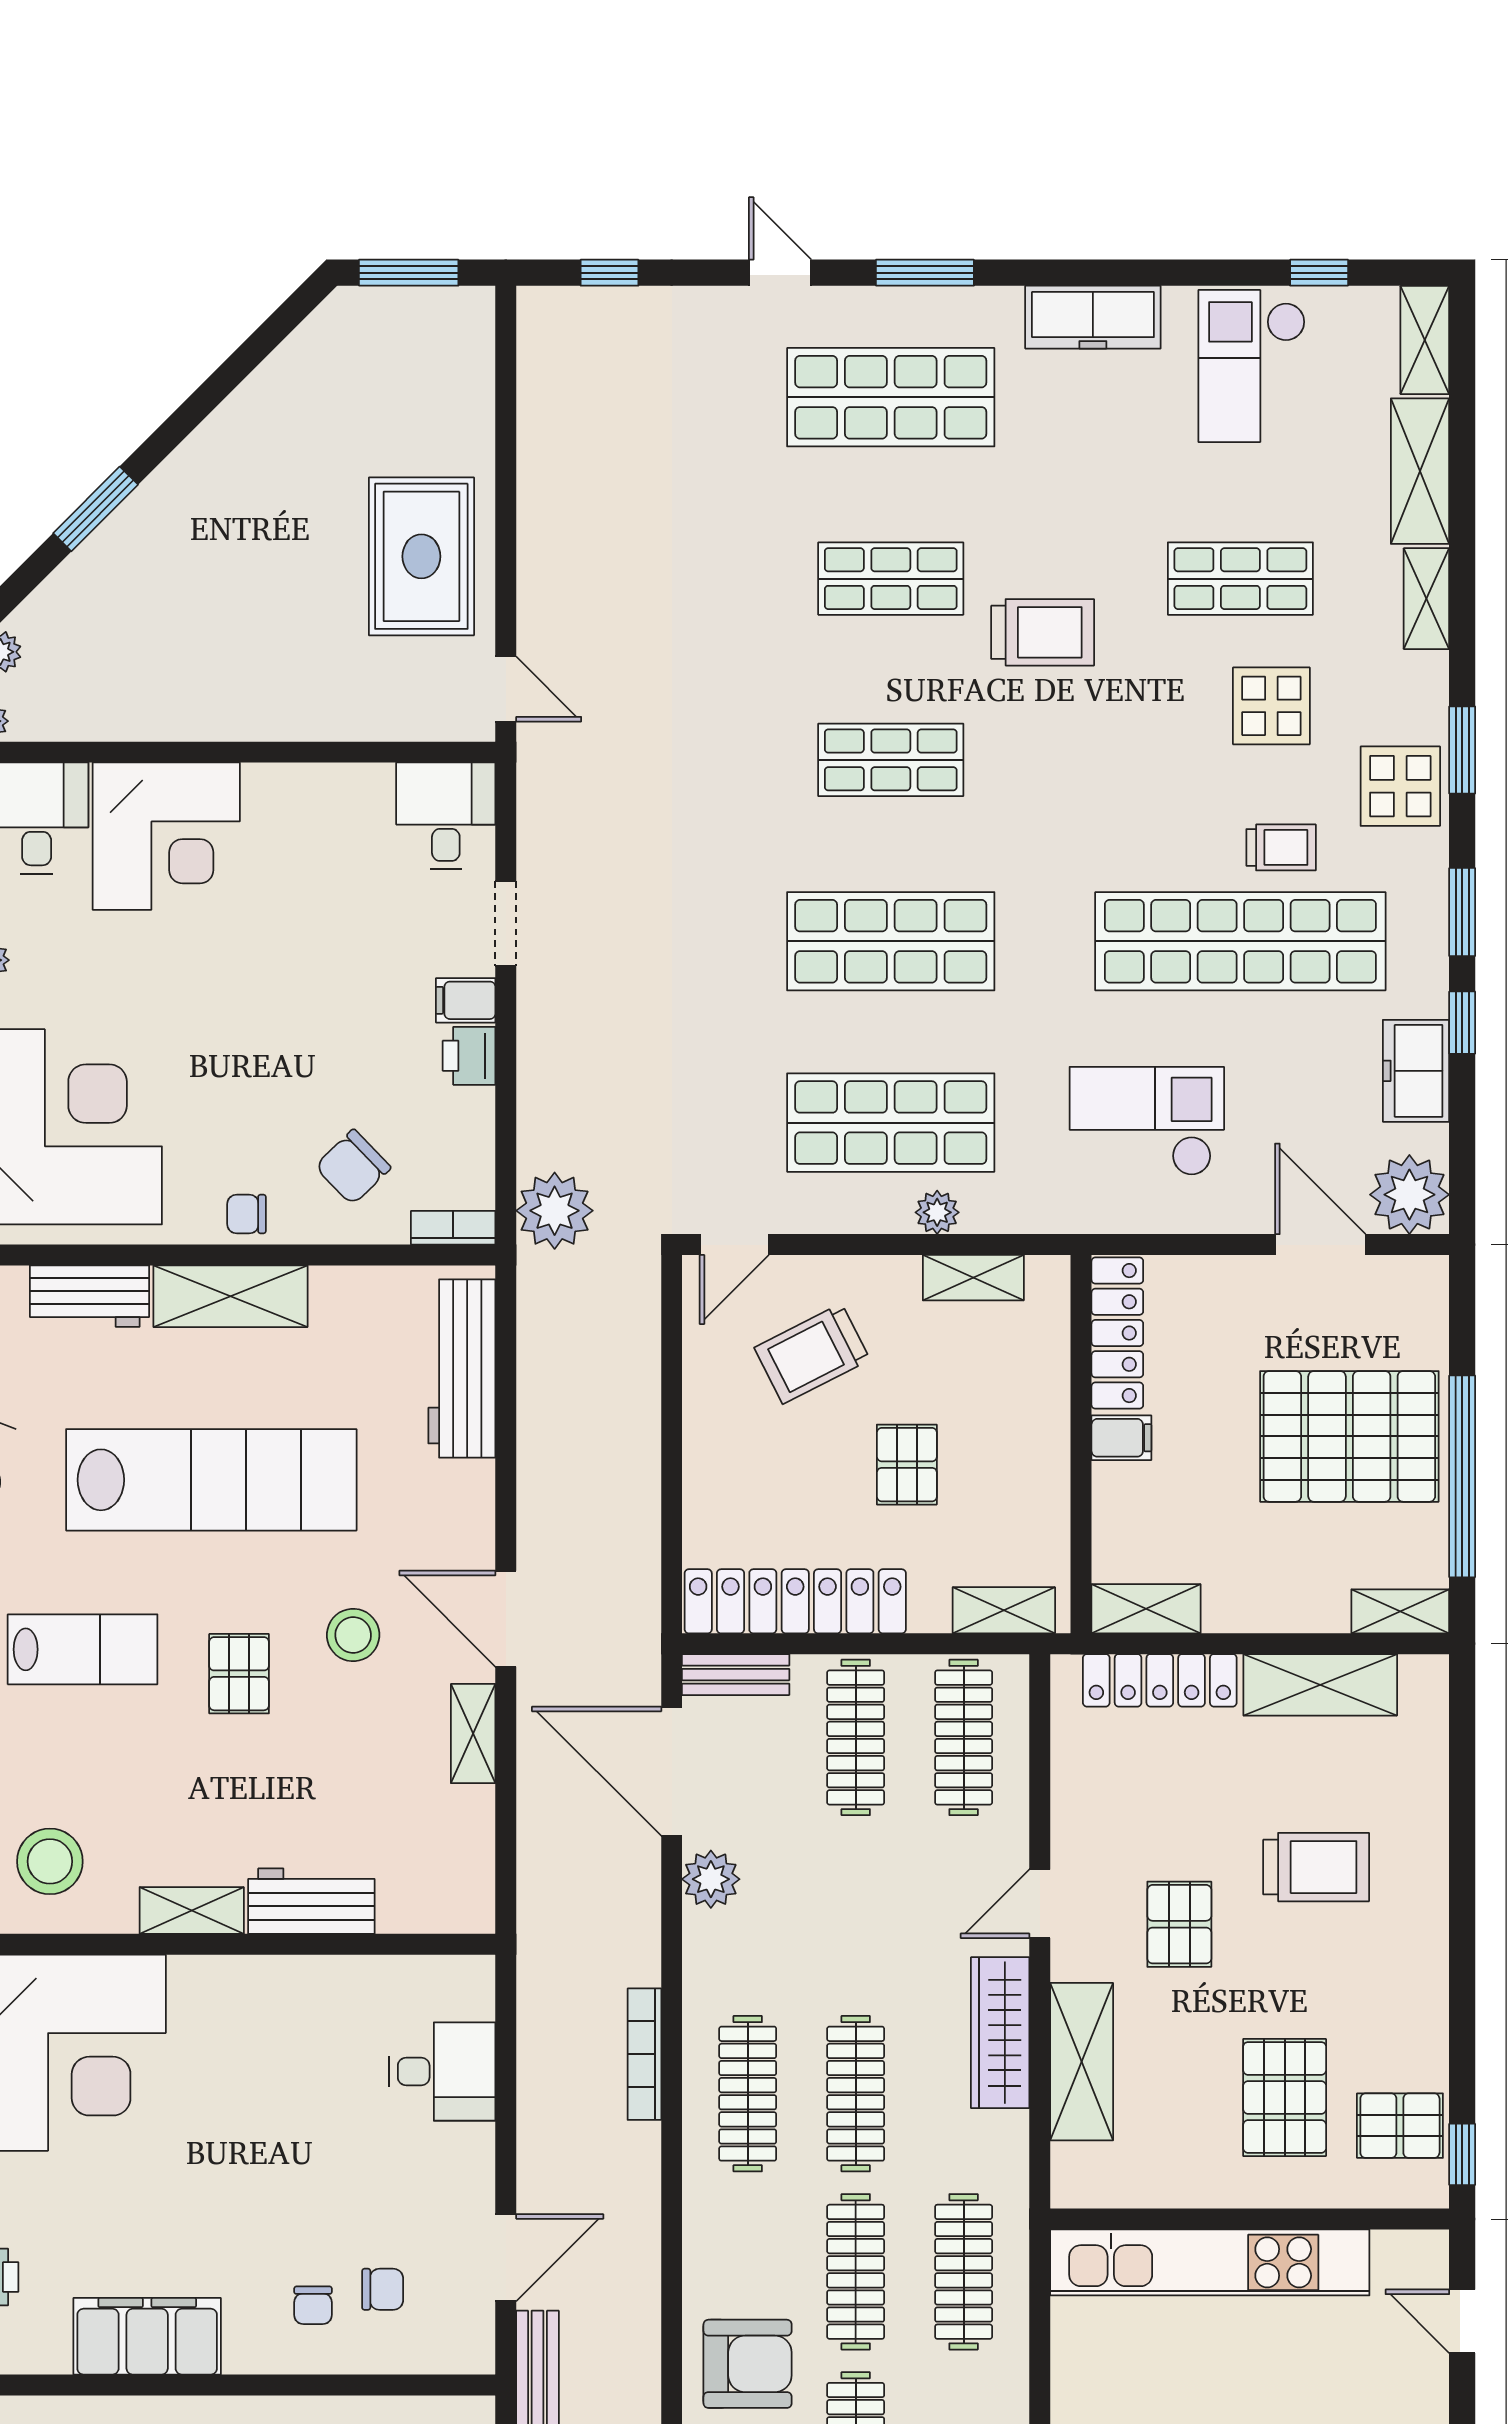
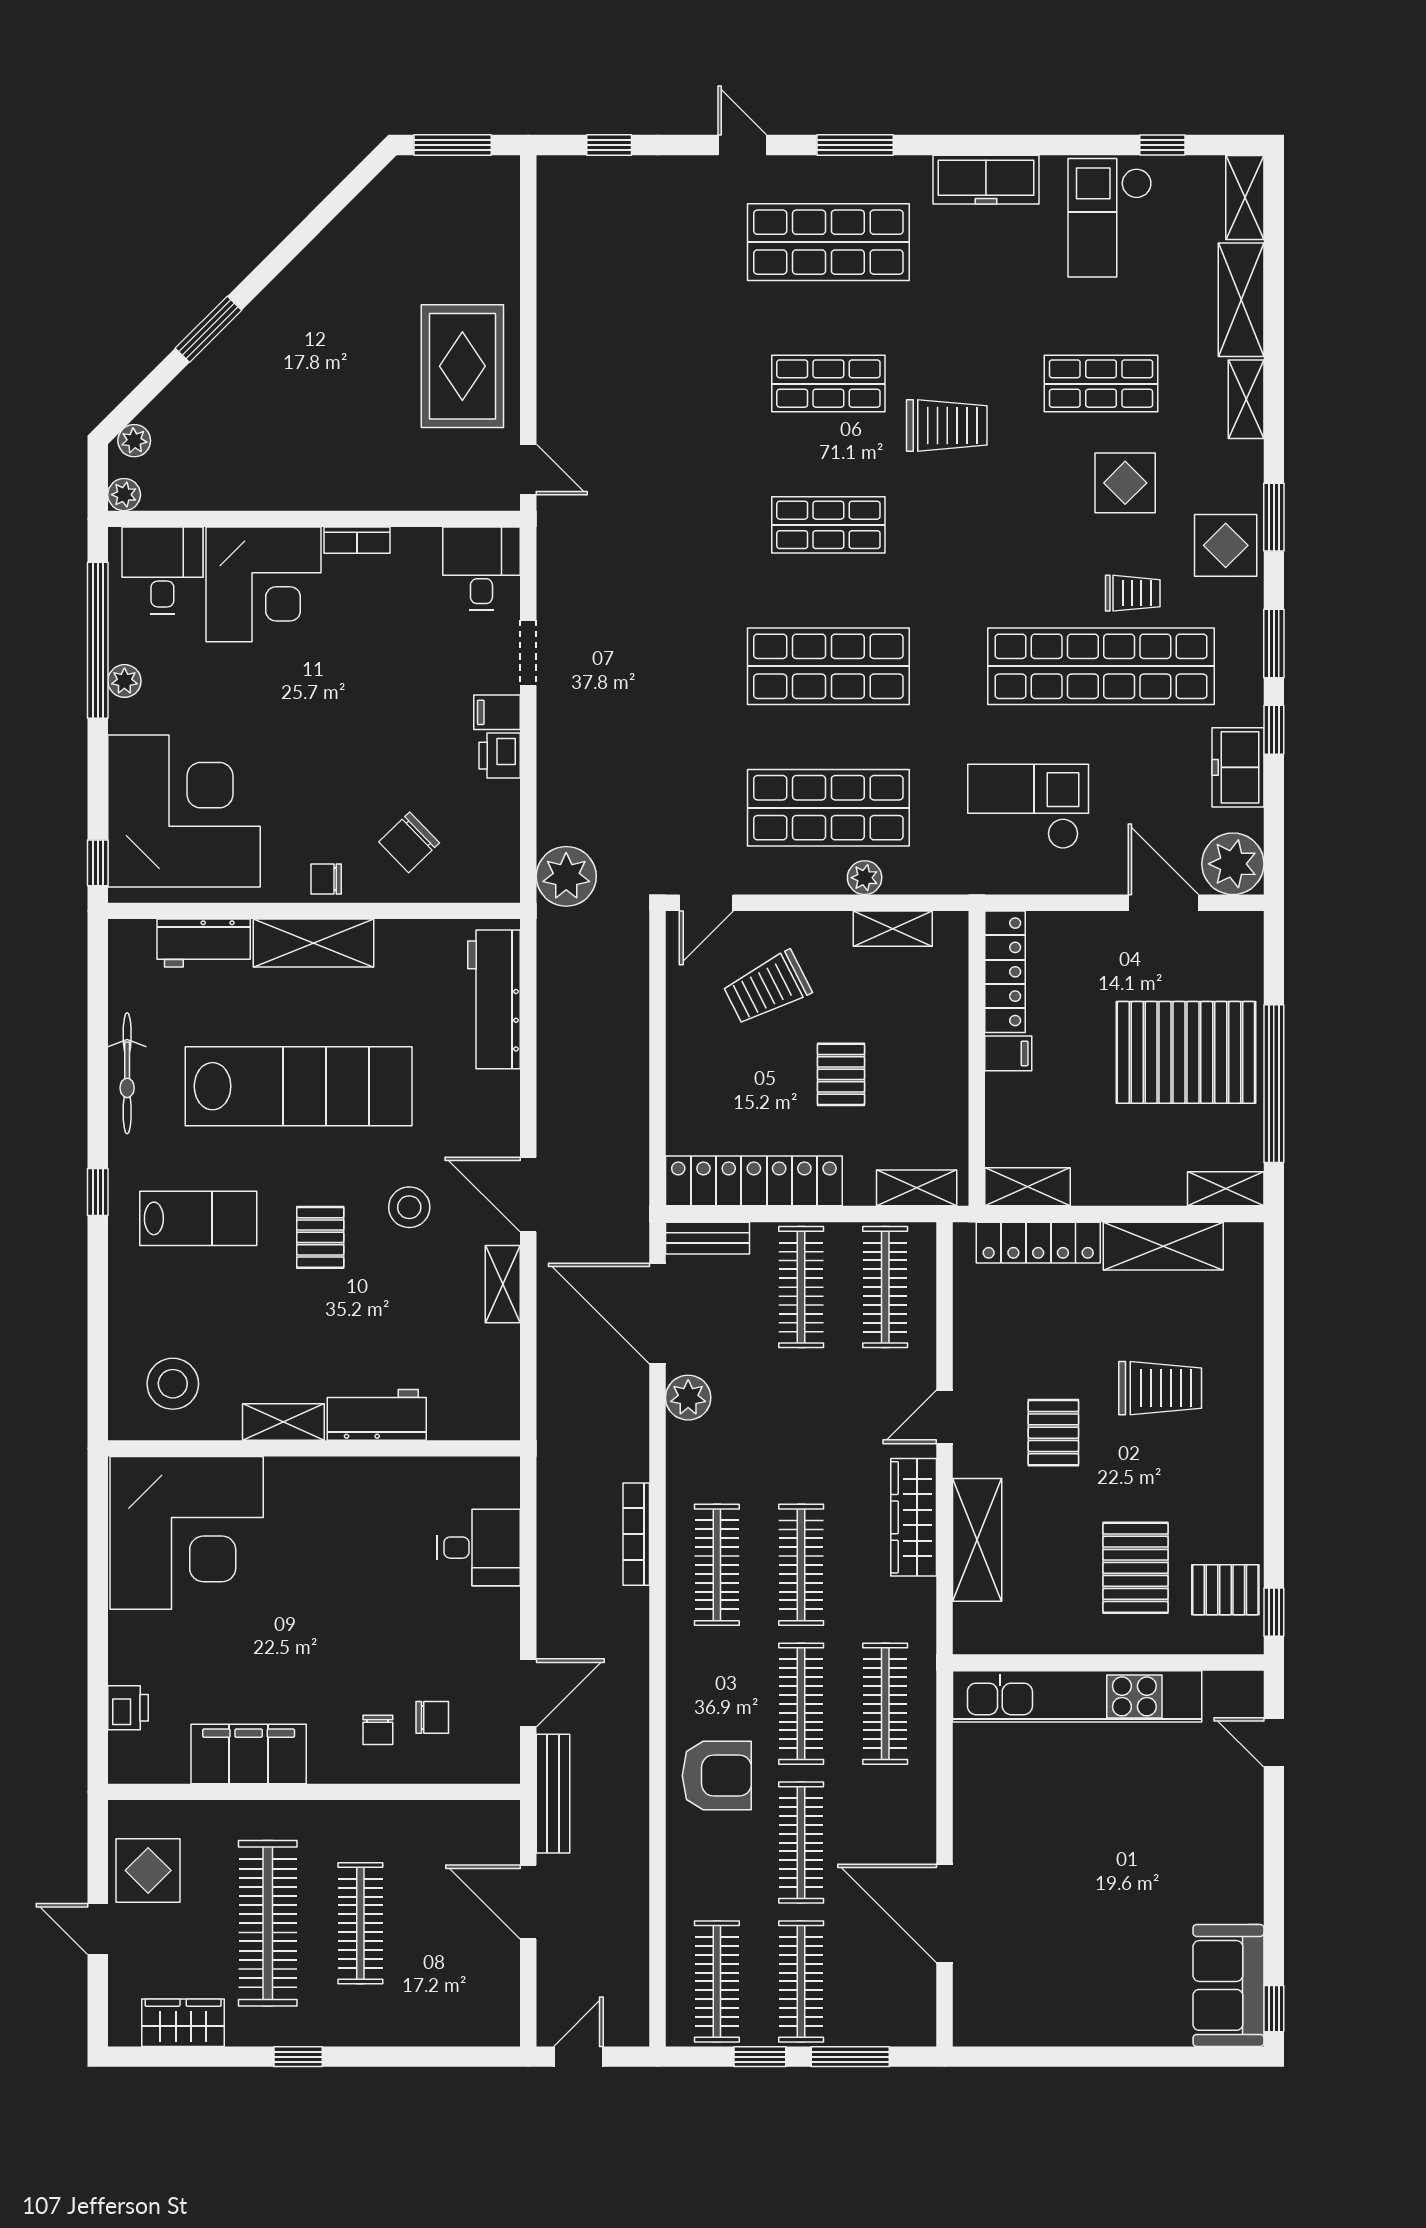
bookcase: (453, 1228) -> (357, 540), moved, turned 180

